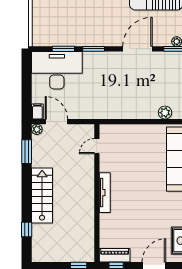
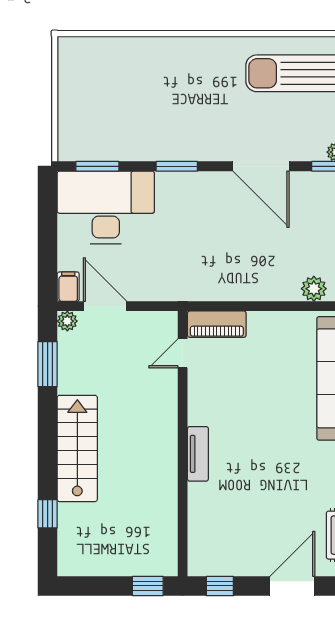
window: (63, 49) -> (97, 166), moved
door: (137, 49) -> (261, 166), swing flipped
tv unit: (105, 193) -> (198, 454), width x0.71
piano: (115, 255) -> (217, 324), moved, turned 180

